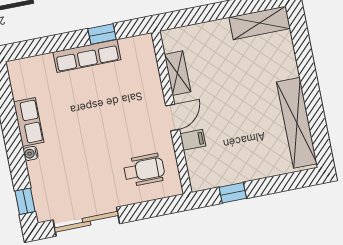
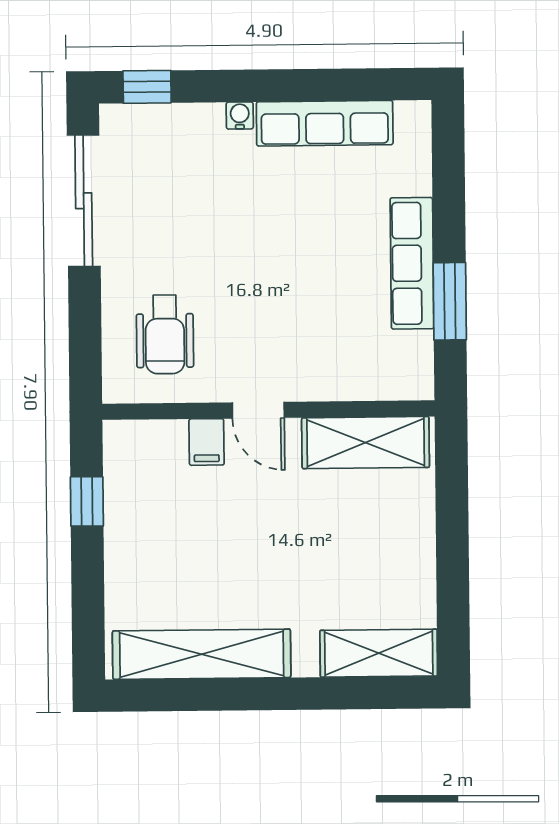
shelving: (260, 23) -> (379, 653), moved, turned 90
window: (102, 34) -> (450, 301), width x1.50
shelving: (178, 73) -> (366, 443), width x1.50, depth x1.33
row of seats: (29, 122) -> (325, 123), width x1.48

